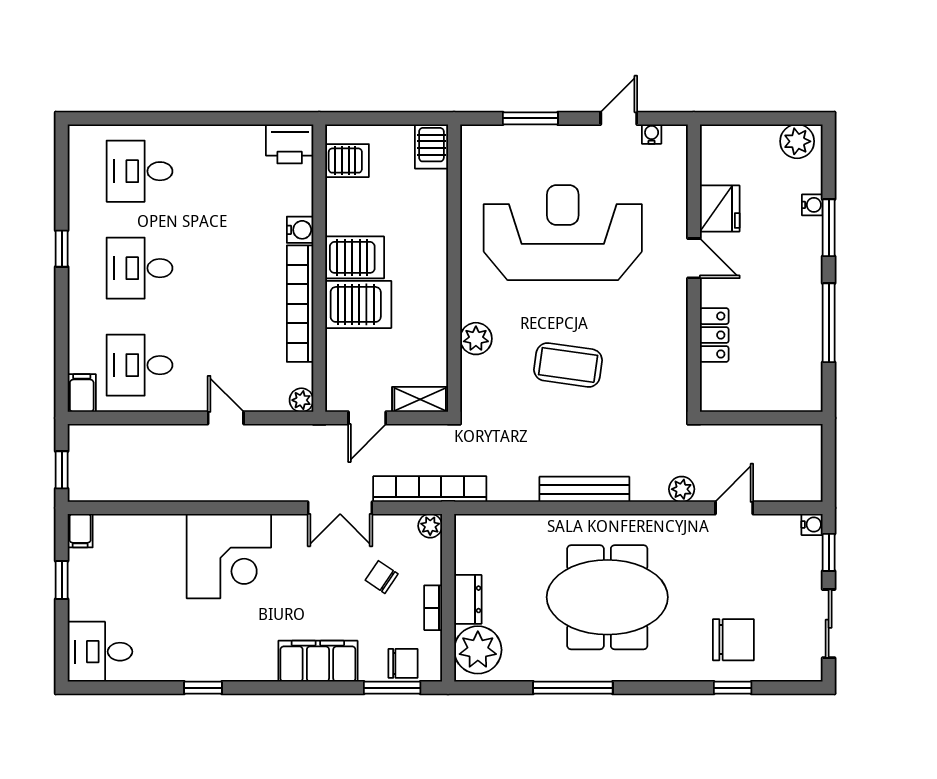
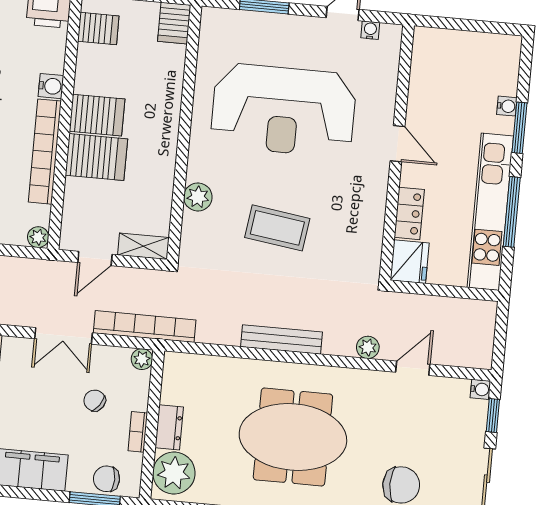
plant: (797, 141) -> (499, 49), removed
fridge: (720, 209) -> (410, 262), moved
reception desk: (563, 233) -> (283, 110), turned 180
kitchen unit: (805, 325) -> (490, 212), added
chair: (403, 663) -> (107, 479), turned 180

